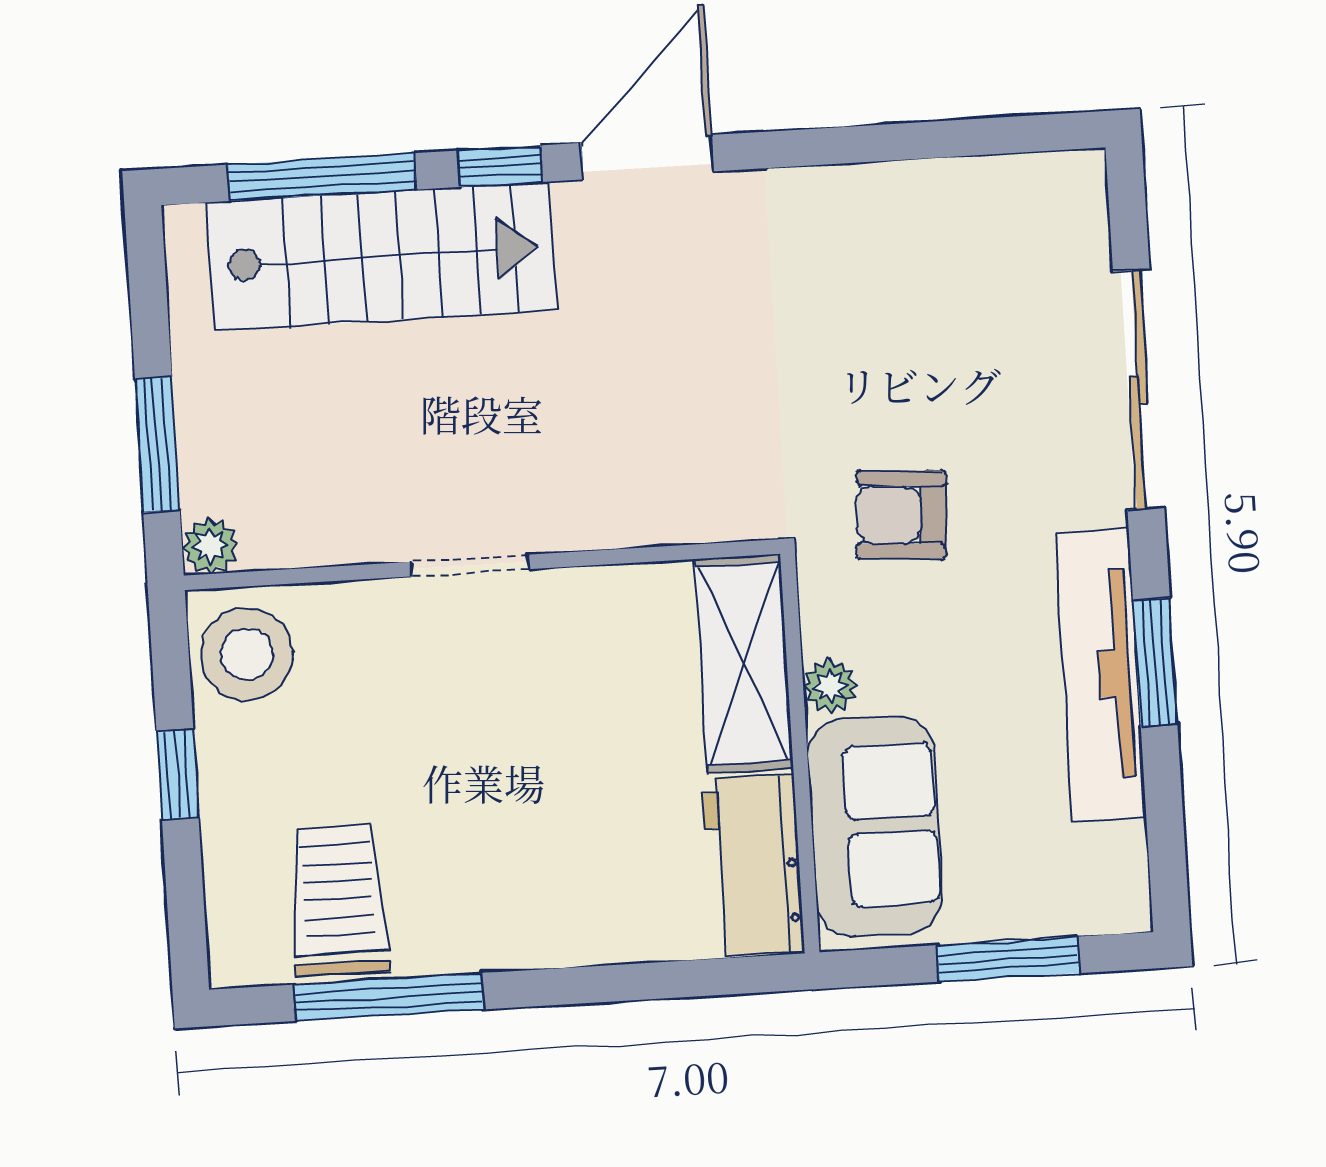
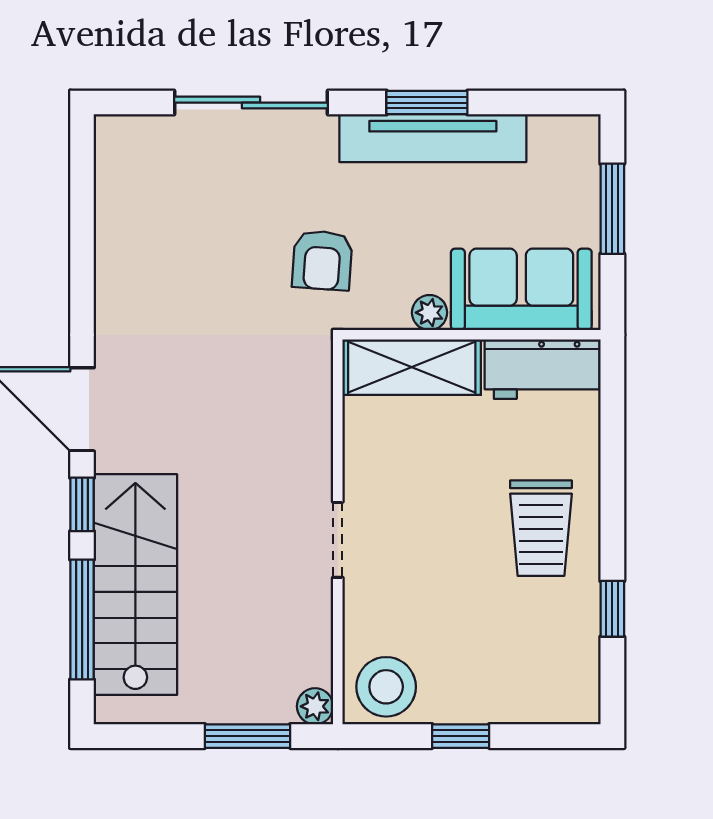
trolley: (339, 900) -> (541, 528), moved, turned -90
window: (389, 997) -> (612, 609), width x0.46

